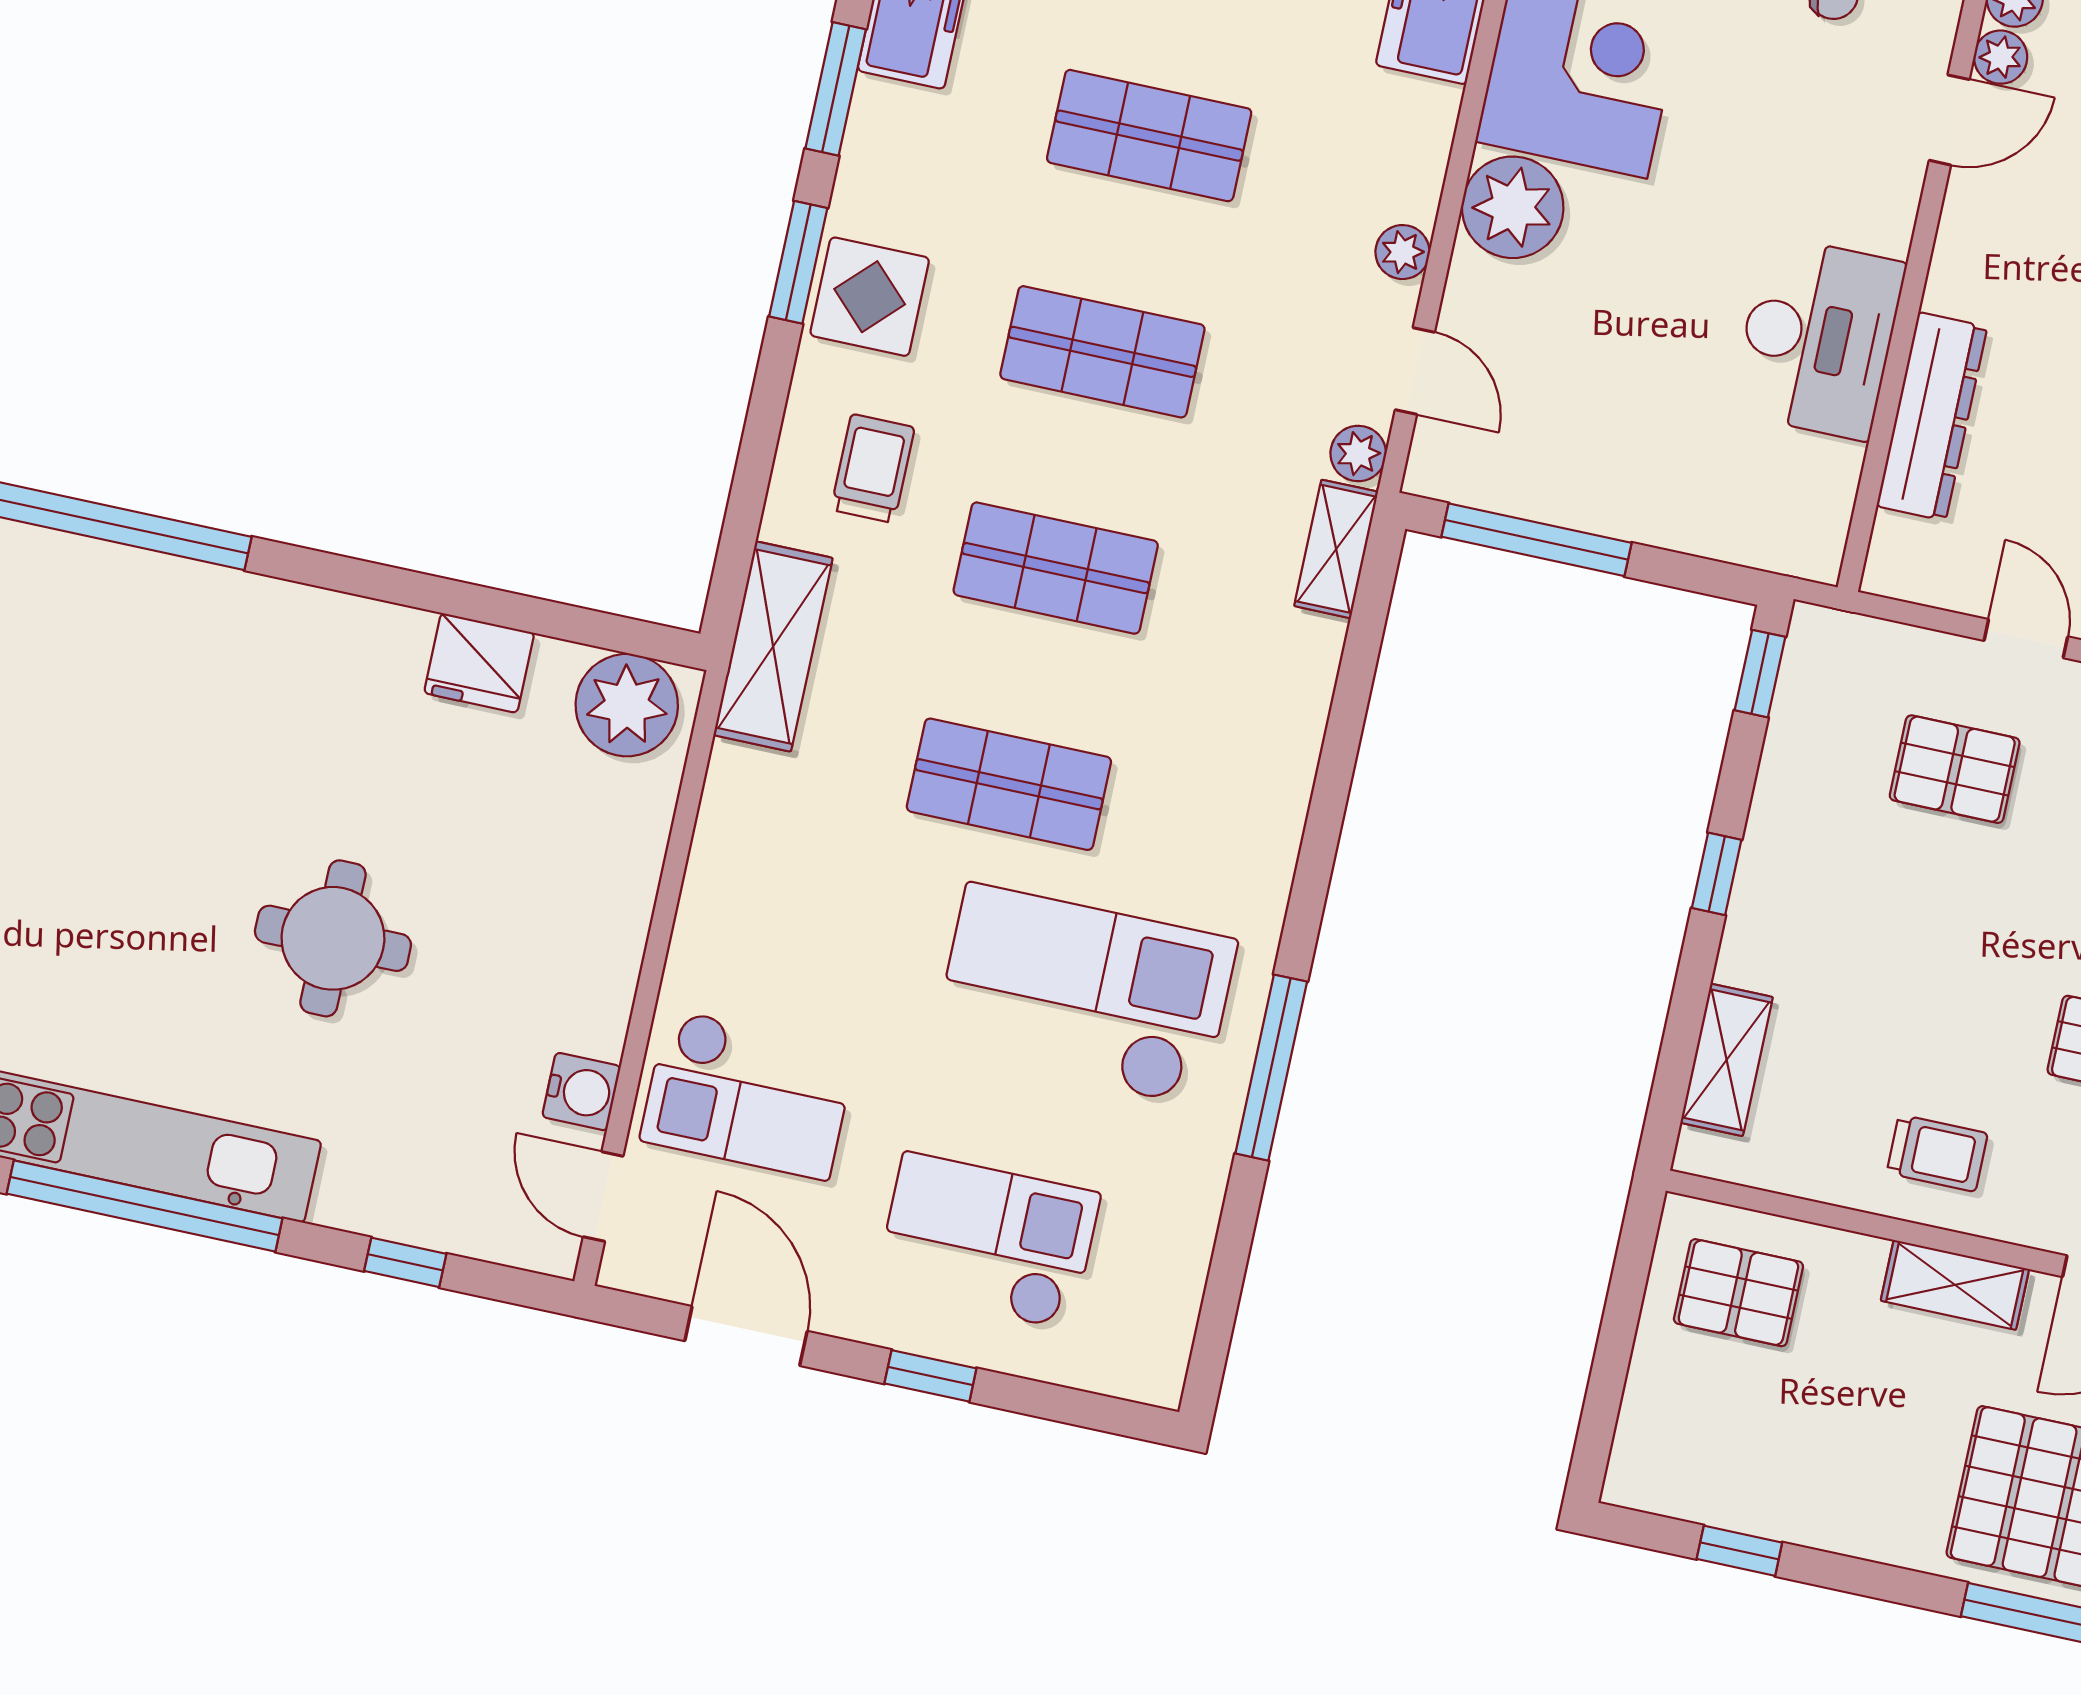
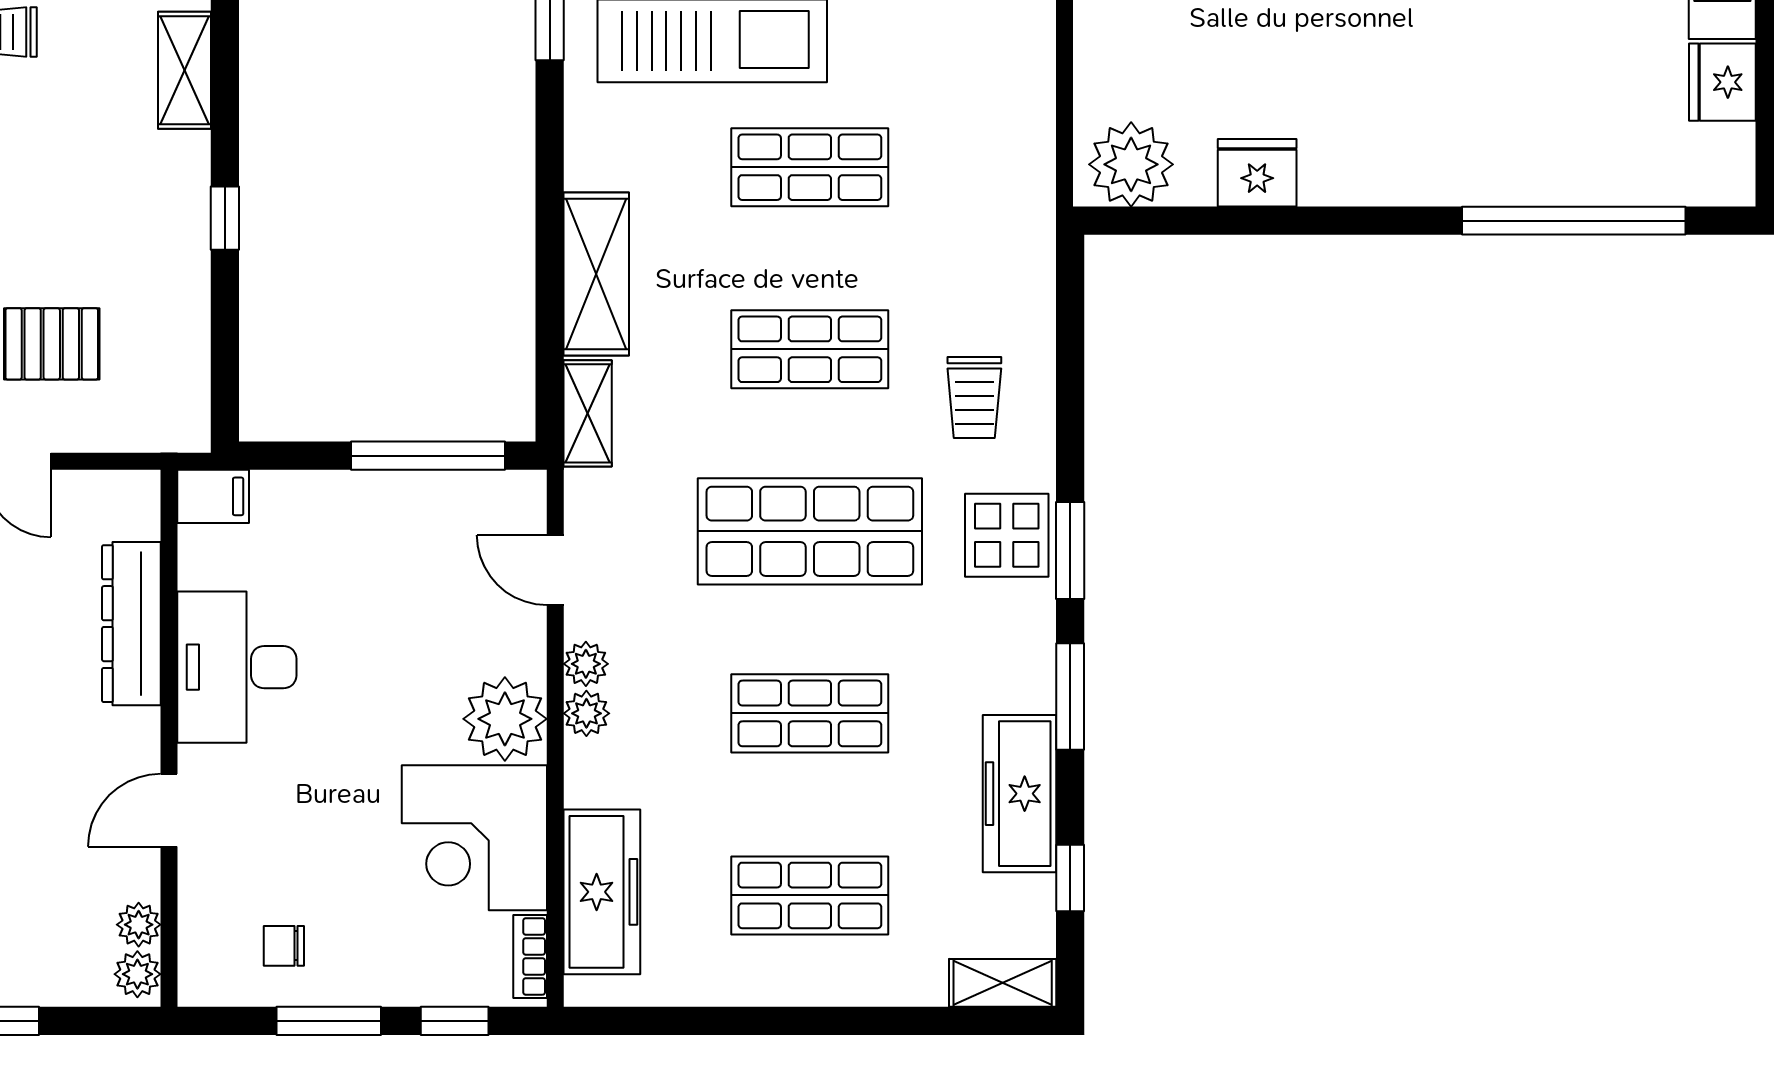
door: (1949, 120) -> (169, 810), moved
shop shelf: (1102, 352) -> (810, 531), width x1.43, depth x1.36
plant: (1358, 453) -> (586, 713), moved
filing cabinet: (1802, 547) -> (213, 496), added
shelving: (773, 646) -> (596, 274), moved
window: (1760, 674) -> (225, 387), removed

